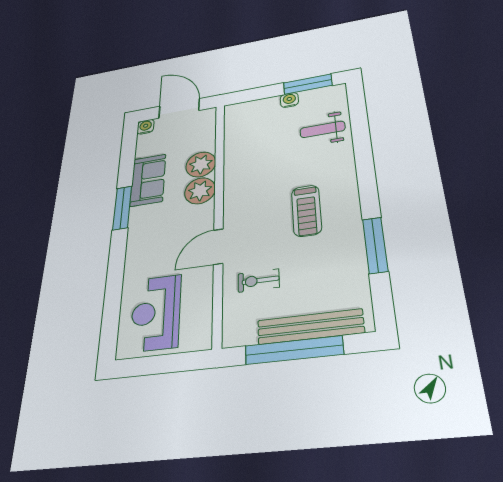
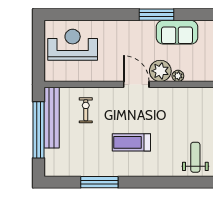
plant: (201, 164) -> (178, 76), width x0.53, depth x0.53
door: (218, 247) -> (136, 84), moved
bench: (310, 327) -> (52, 118), moved

